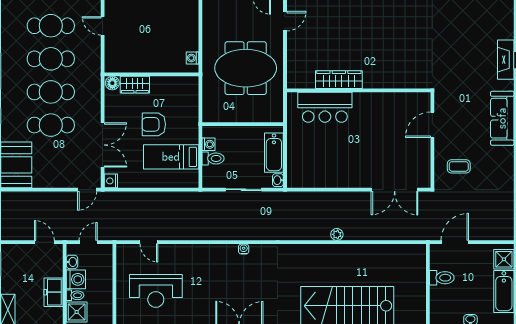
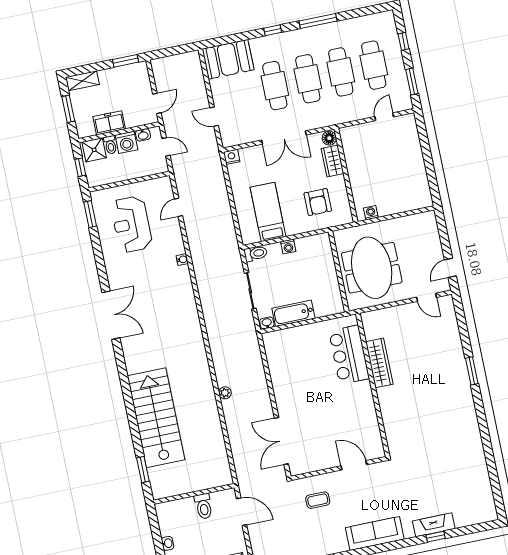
armchair: (154, 124) -> (318, 202), moved, turned 180
wall: (243, 124) -> (339, 272), moved
double door: (103, 145) -> (284, 137), moved
toilet: (213, 158) -> (256, 254), moved, turned -90
coffee table: (459, 166) -> (318, 500), turned 90
door: (87, 190) -> (214, 117), moved
water cooler: (244, 249) -> (182, 260), moved

